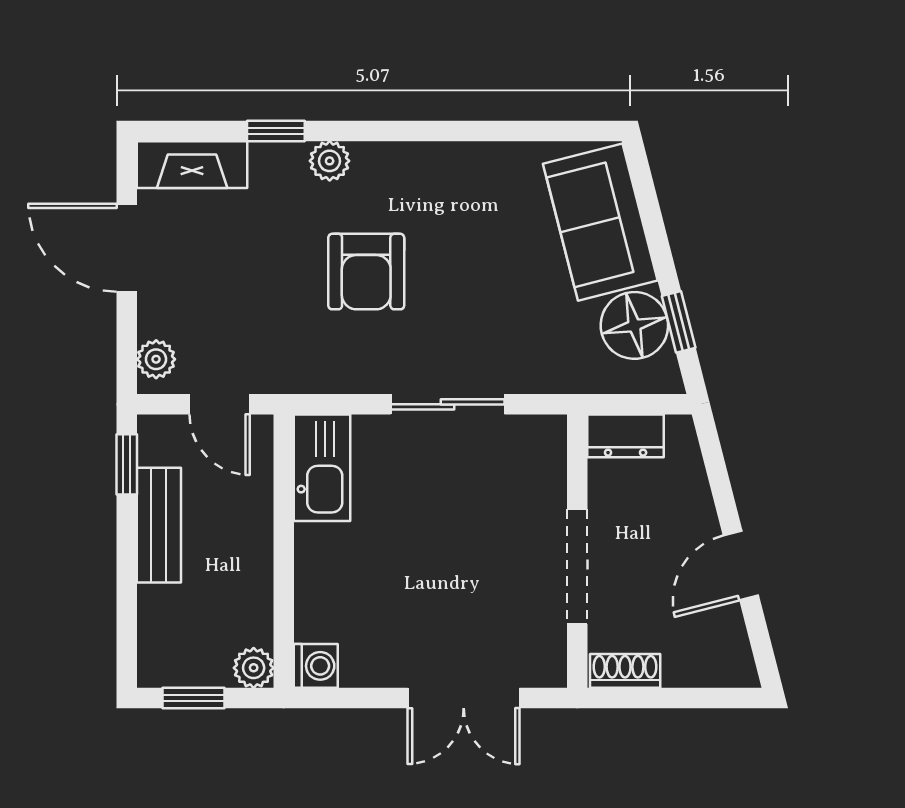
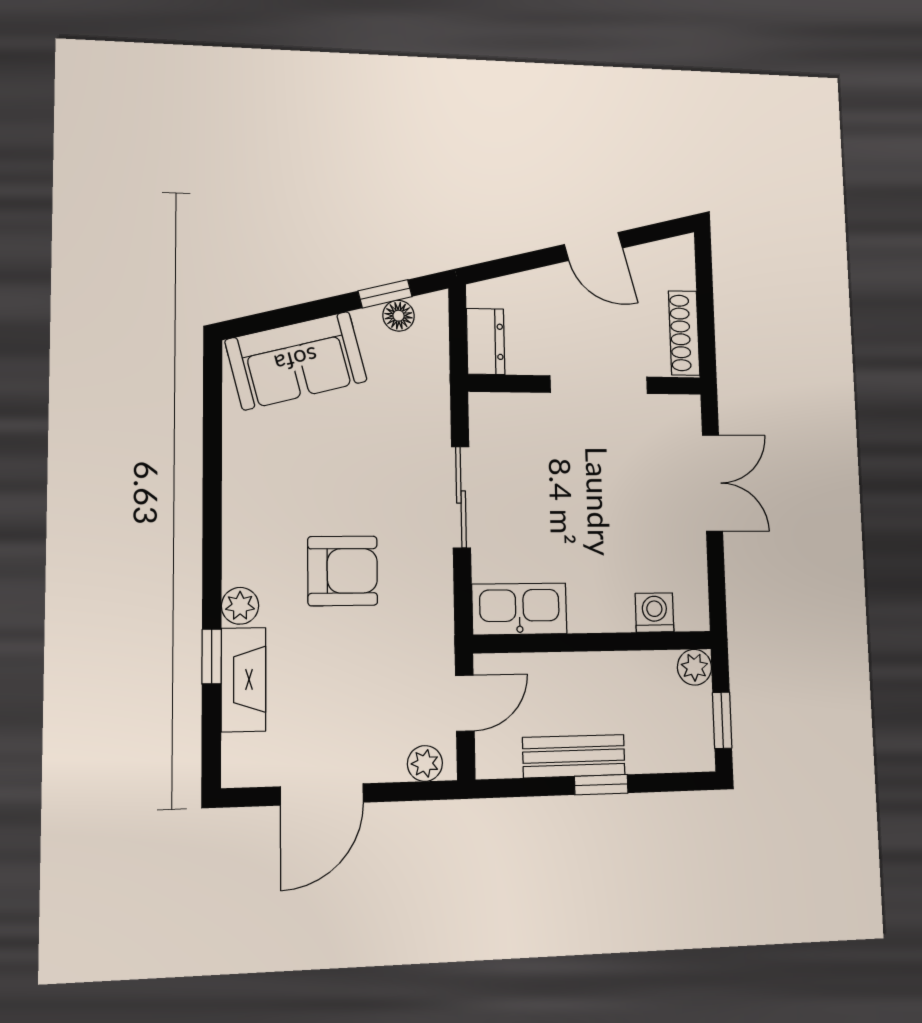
fireplace: (192, 165) -> (243, 680), moved
floor lamp: (634, 325) -> (399, 316), width x0.53, depth x0.53
window: (127, 464) -> (601, 785), moved
washing machine: (316, 666) -> (654, 613), moved
shoe rack: (625, 671) -> (684, 333), width x1.43

